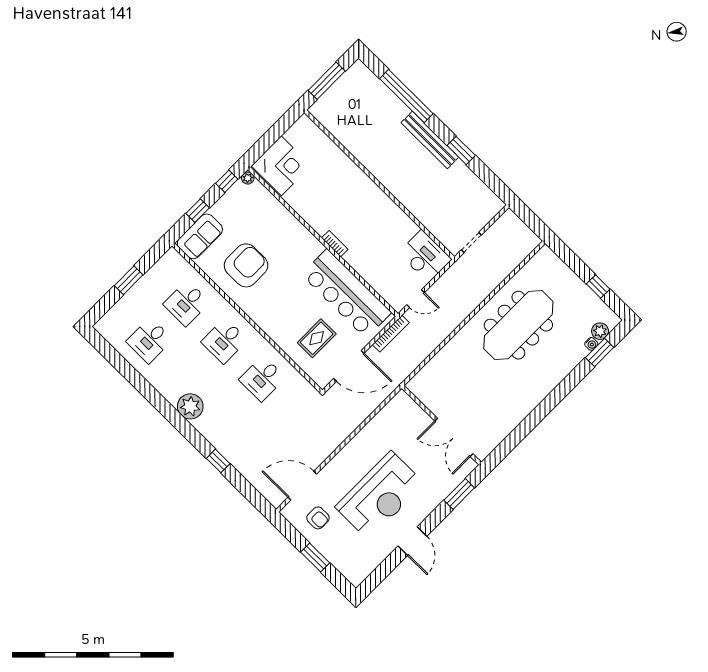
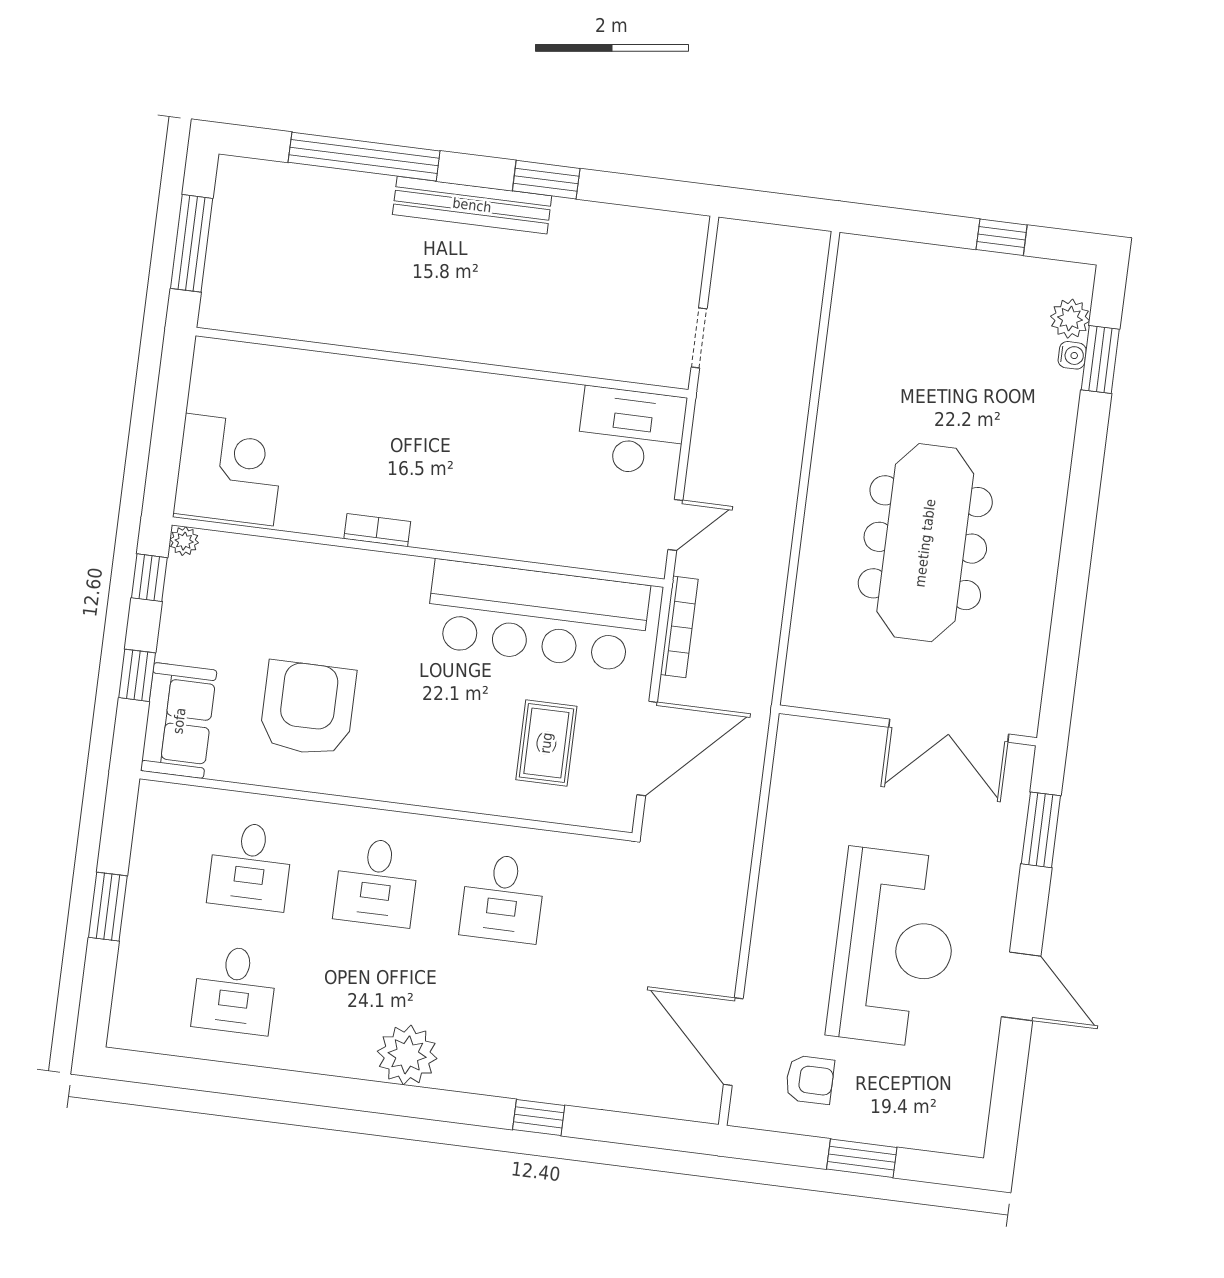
bookcase: (335, 244) -> (377, 530), moved
meeting table: (518, 325) -> (925, 543), moved
door: (302, 486) -> (733, 1042), hinge flipped

